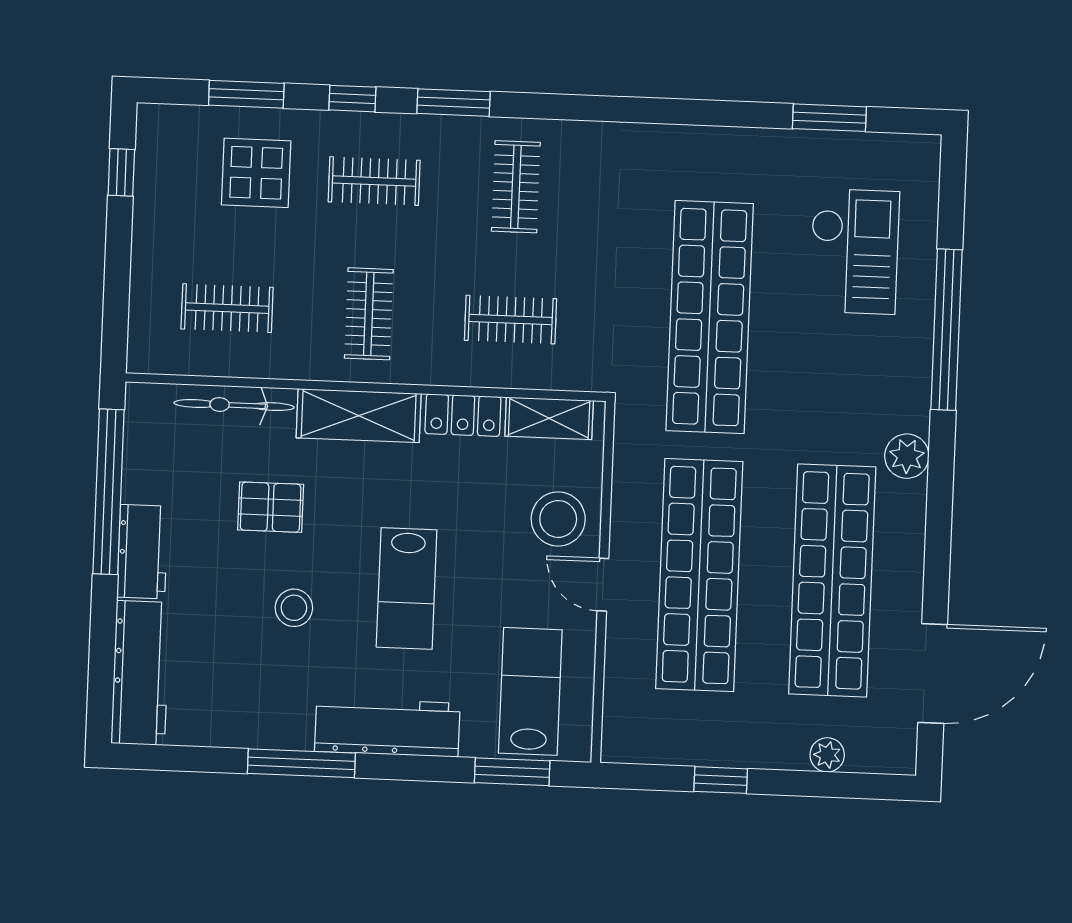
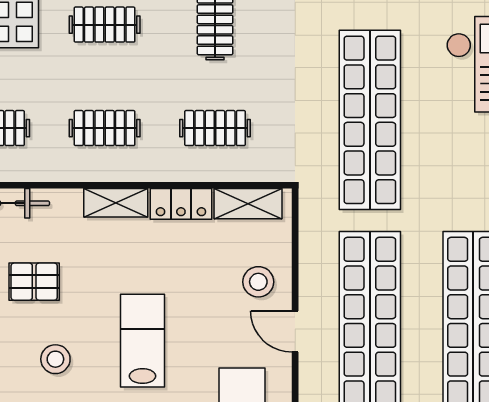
clothes rail: (369, 314) -> (105, 128), turned 90
shelving: (359, 416) -> (116, 203), width x0.67, depth x0.75
stool: (558, 519) -> (258, 282), width x0.73, depth x0.73
lab bench: (407, 588) -> (142, 341), turned 180

